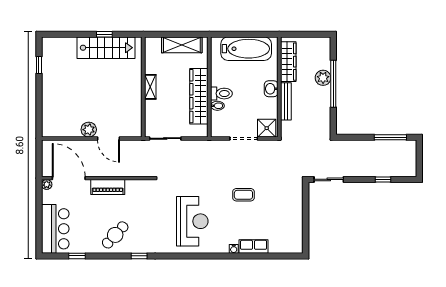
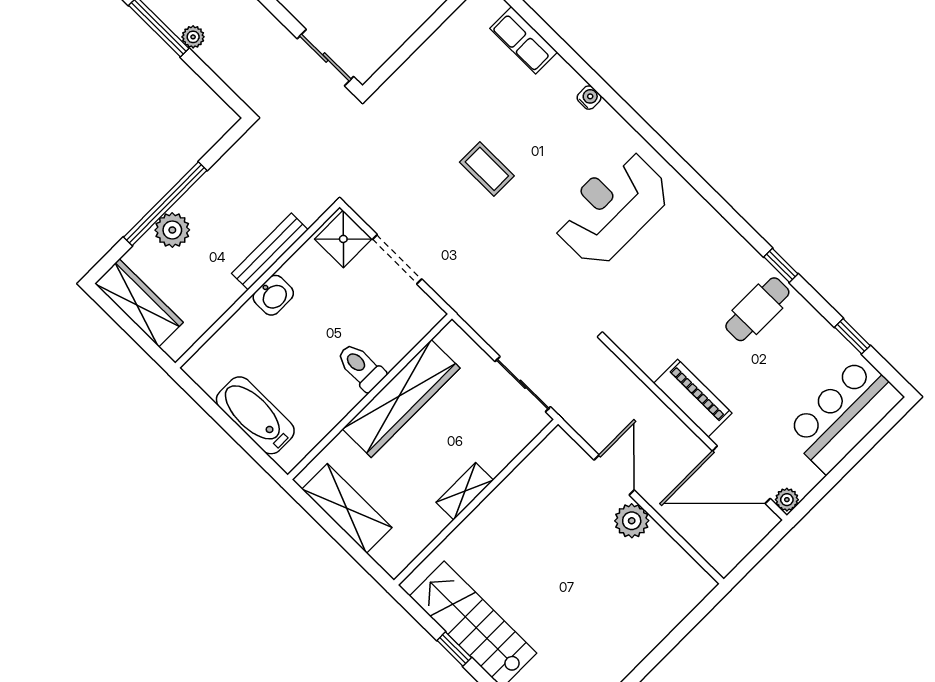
bathtub: (246, 49) -> (255, 415), width x0.73, depth x0.73
wardrobe: (288, 62) -> (139, 303), moved, turned 90
bidet: (217, 106) -> (387, 354), removed
plant: (377, 145) -> (193, 37), added
door: (69, 178) -> (741, 475), hinge flipped
cafe table: (115, 235) -> (757, 309), turned -43
row of seats: (254, 246) -> (524, 40), moved
window: (139, 256) -> (781, 265), moved

